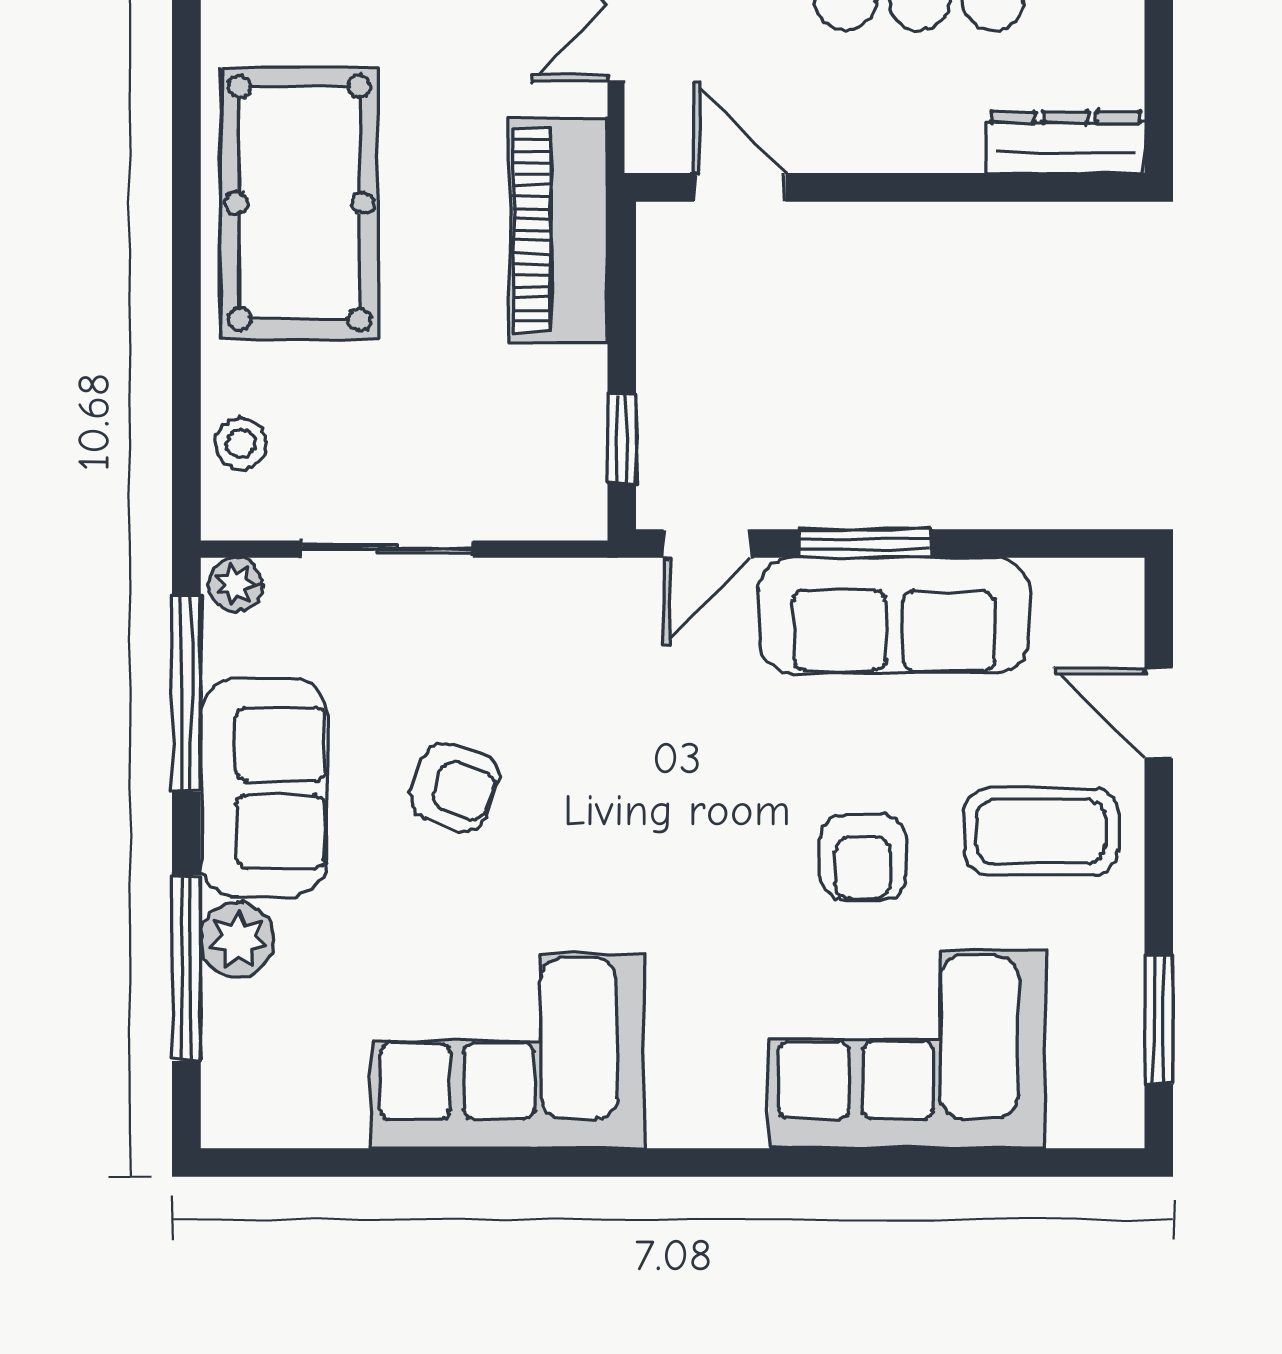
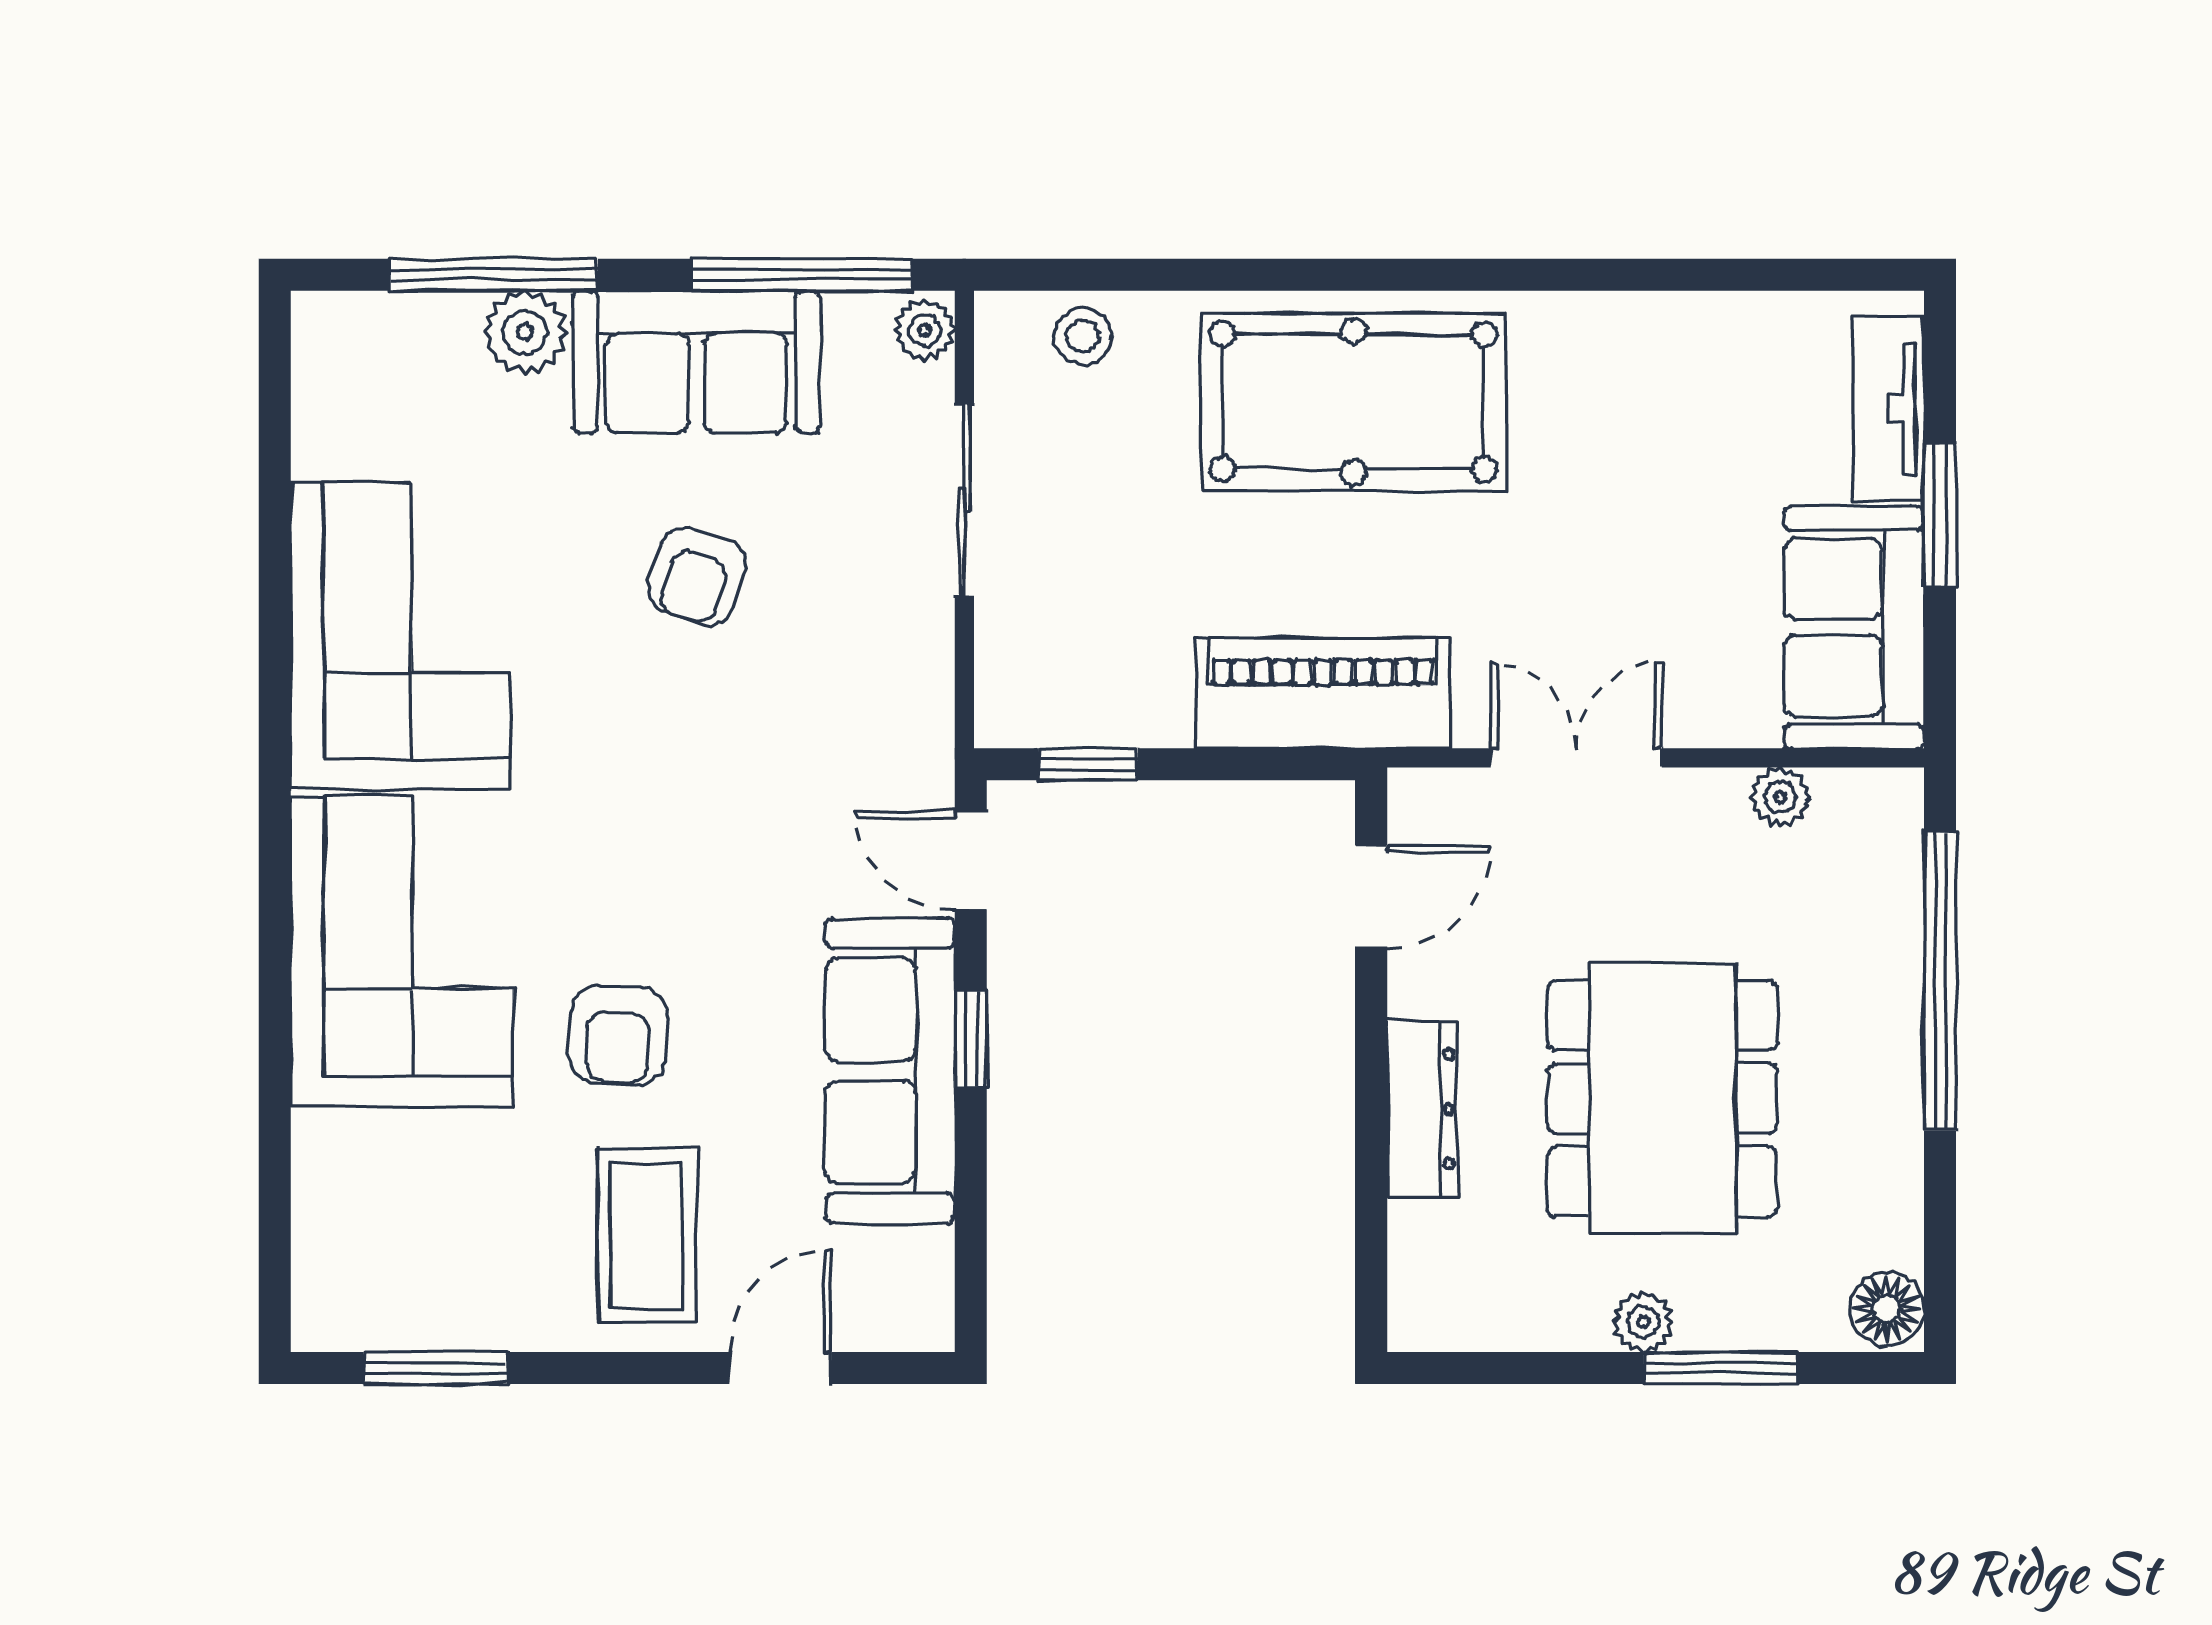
dresser: (1066, 142) -> (1422, 1109), moved
window: (866, 544) -> (971, 1038), width x0.67
armchair: (863, 857) -> (618, 1035), turned -87
corner sofa: (907, 1050) -> (401, 951), moved

